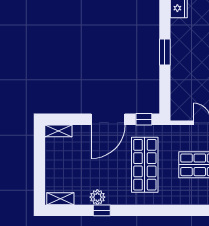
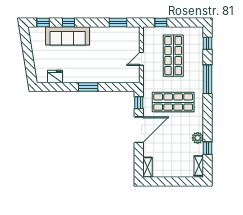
door: (108, 119) -> (139, 130), hinge flipped
window: (102, 210) -> (207, 148), moved
window: (175, 210) -> (207, 79), added

